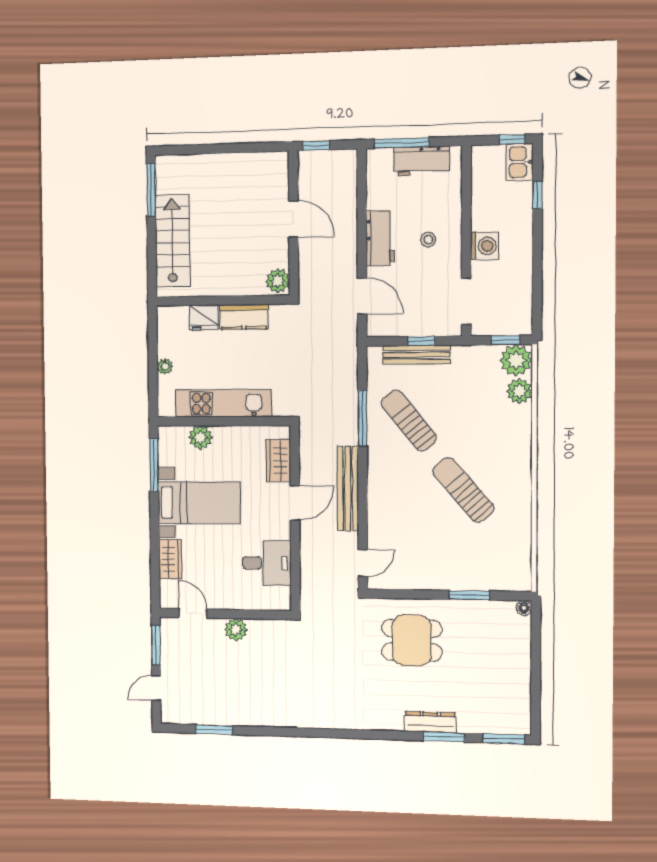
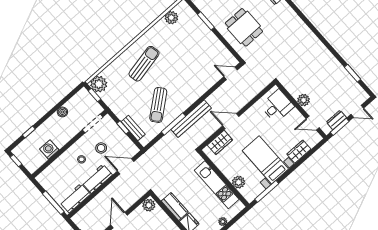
workbench: (422, 161) -> (75, 198), moved, turned -90
kitchen sink: (520, 162) -> (22, 150), removed
washing machine: (485, 246) -> (49, 149), moved
boiler: (523, 271) -> (62, 112), added
stool: (420, 283) -> (101, 148), added
door: (362, 296) -> (126, 166), hinge flipped
bench: (416, 355) -> (133, 128), width x0.73
plant: (519, 391) -> (171, 18), moved
bench: (348, 489) -> (191, 119), moved
sun lounger: (463, 490) -> (144, 64), moved, turned -151
desk: (267, 563) -> (277, 106), moved, turned 90
door: (193, 613) -> (313, 123), hinge flipped
dresser: (169, 649) -> (336, 120), added

